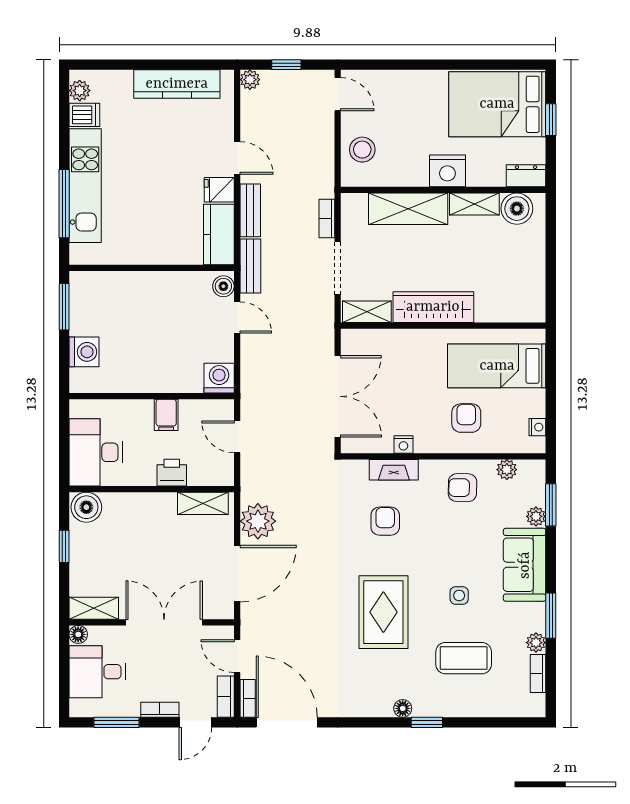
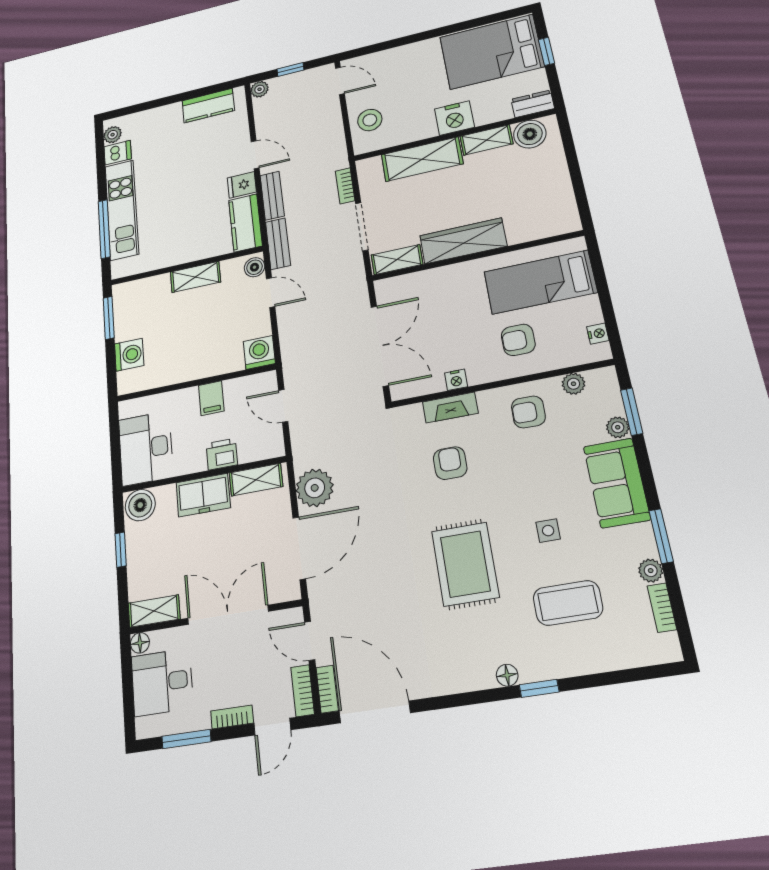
kitchen counter: (177, 84) -> (208, 106), width x0.67
shelving: (161, 283) -> (195, 277), added
armchair: (466, 418) -> (518, 340), turned -90
freezer: (150, 509) -> (203, 495), added

